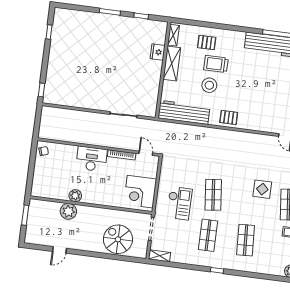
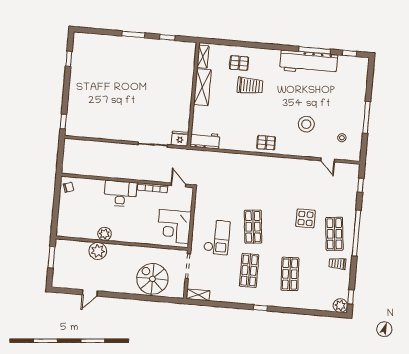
fridge: (158, 52) -> (180, 139), moved, turned 90
trolley: (216, 64) -> (250, 86), turned 180
stool: (209, 85) -> (306, 124), moved
workbench: (184, 112) -> (205, 140), width x0.53, depth x0.76

